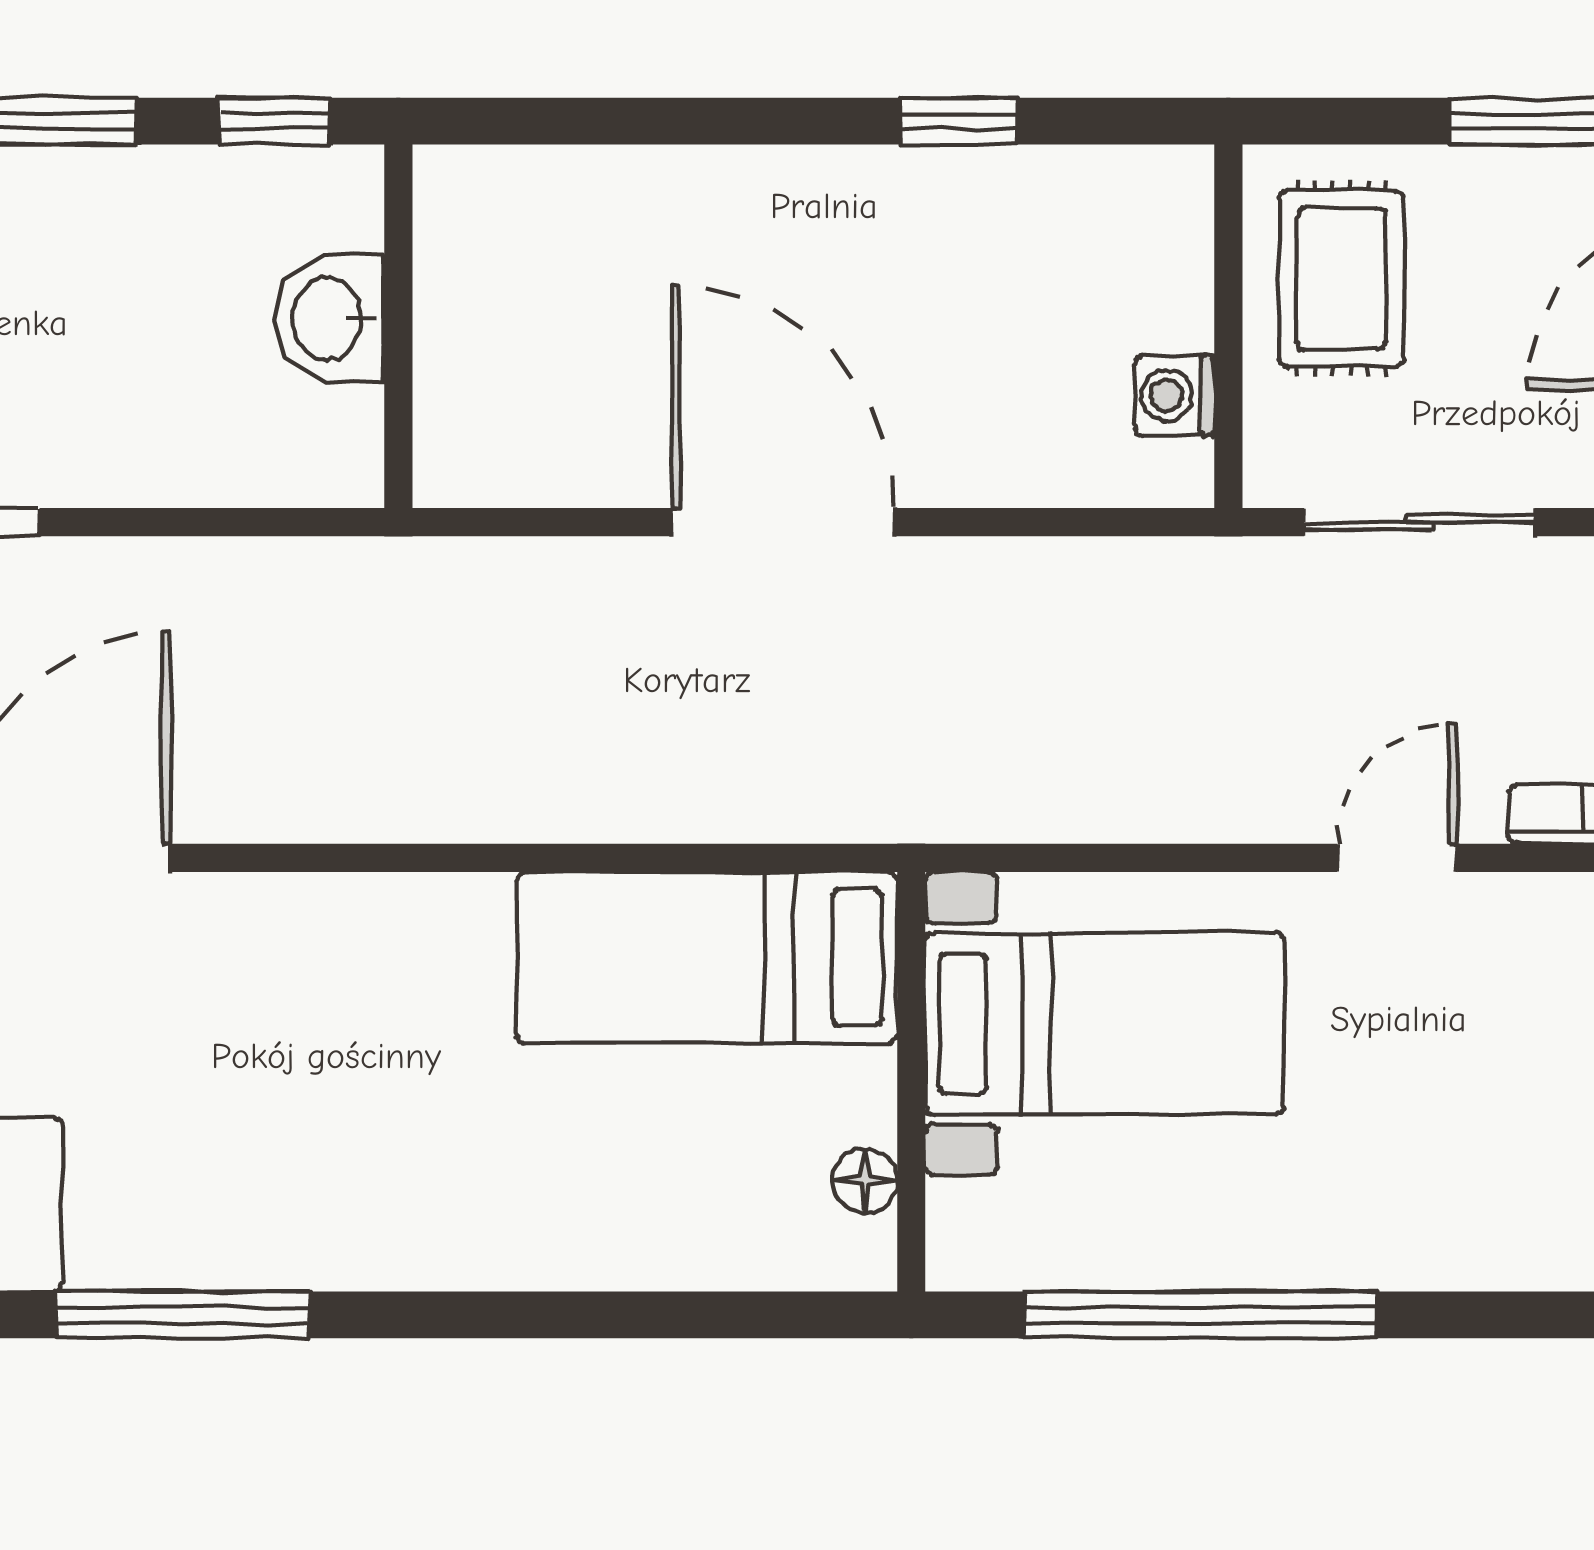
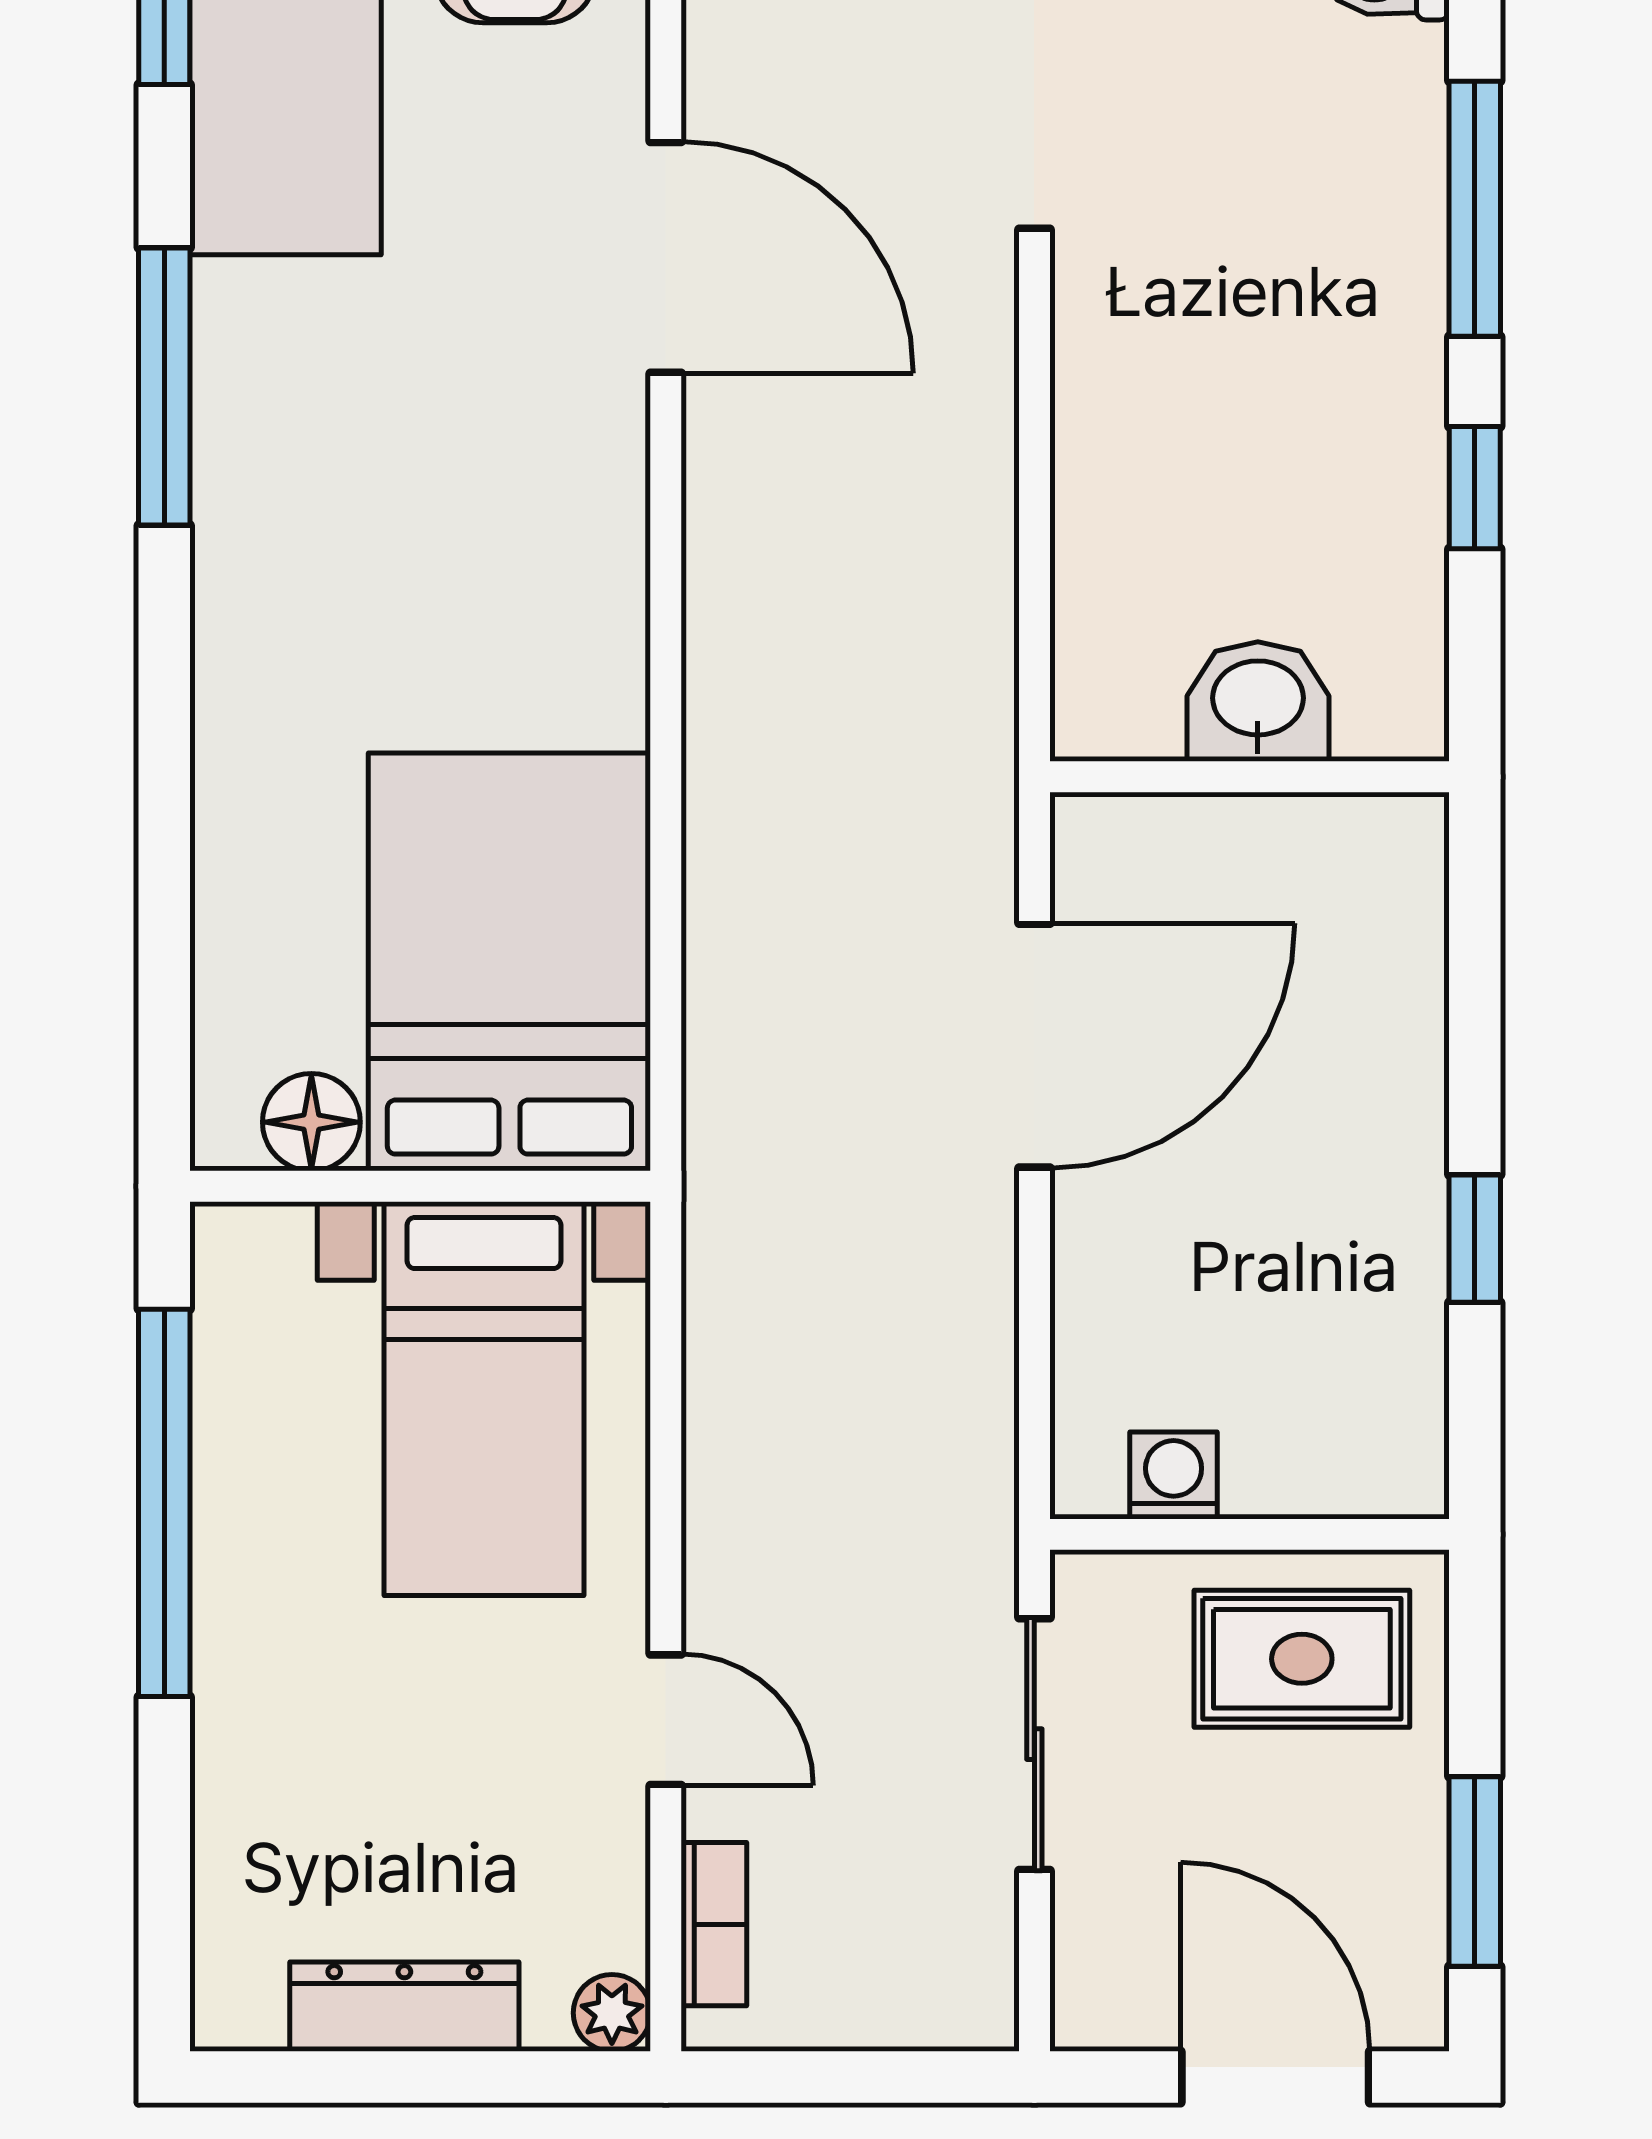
washbasin: (330, 319) -> (1258, 702), moved
wall: (398, 326) -> (1249, 777), moved
bed: (707, 958) -> (509, 962), width x1.50
floor lamp: (865, 1181) -> (311, 1122), width x1.37, depth x1.37

